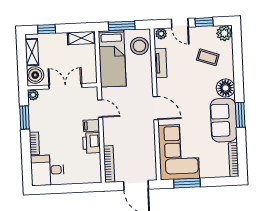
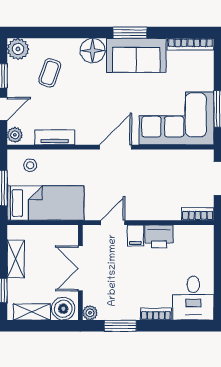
shelving: (81, 38) -> (16, 259), moved
stool: (139, 46) -> (30, 165), width x0.53, depth x0.53
bookcase: (109, 164) -> (198, 214), width x0.64

